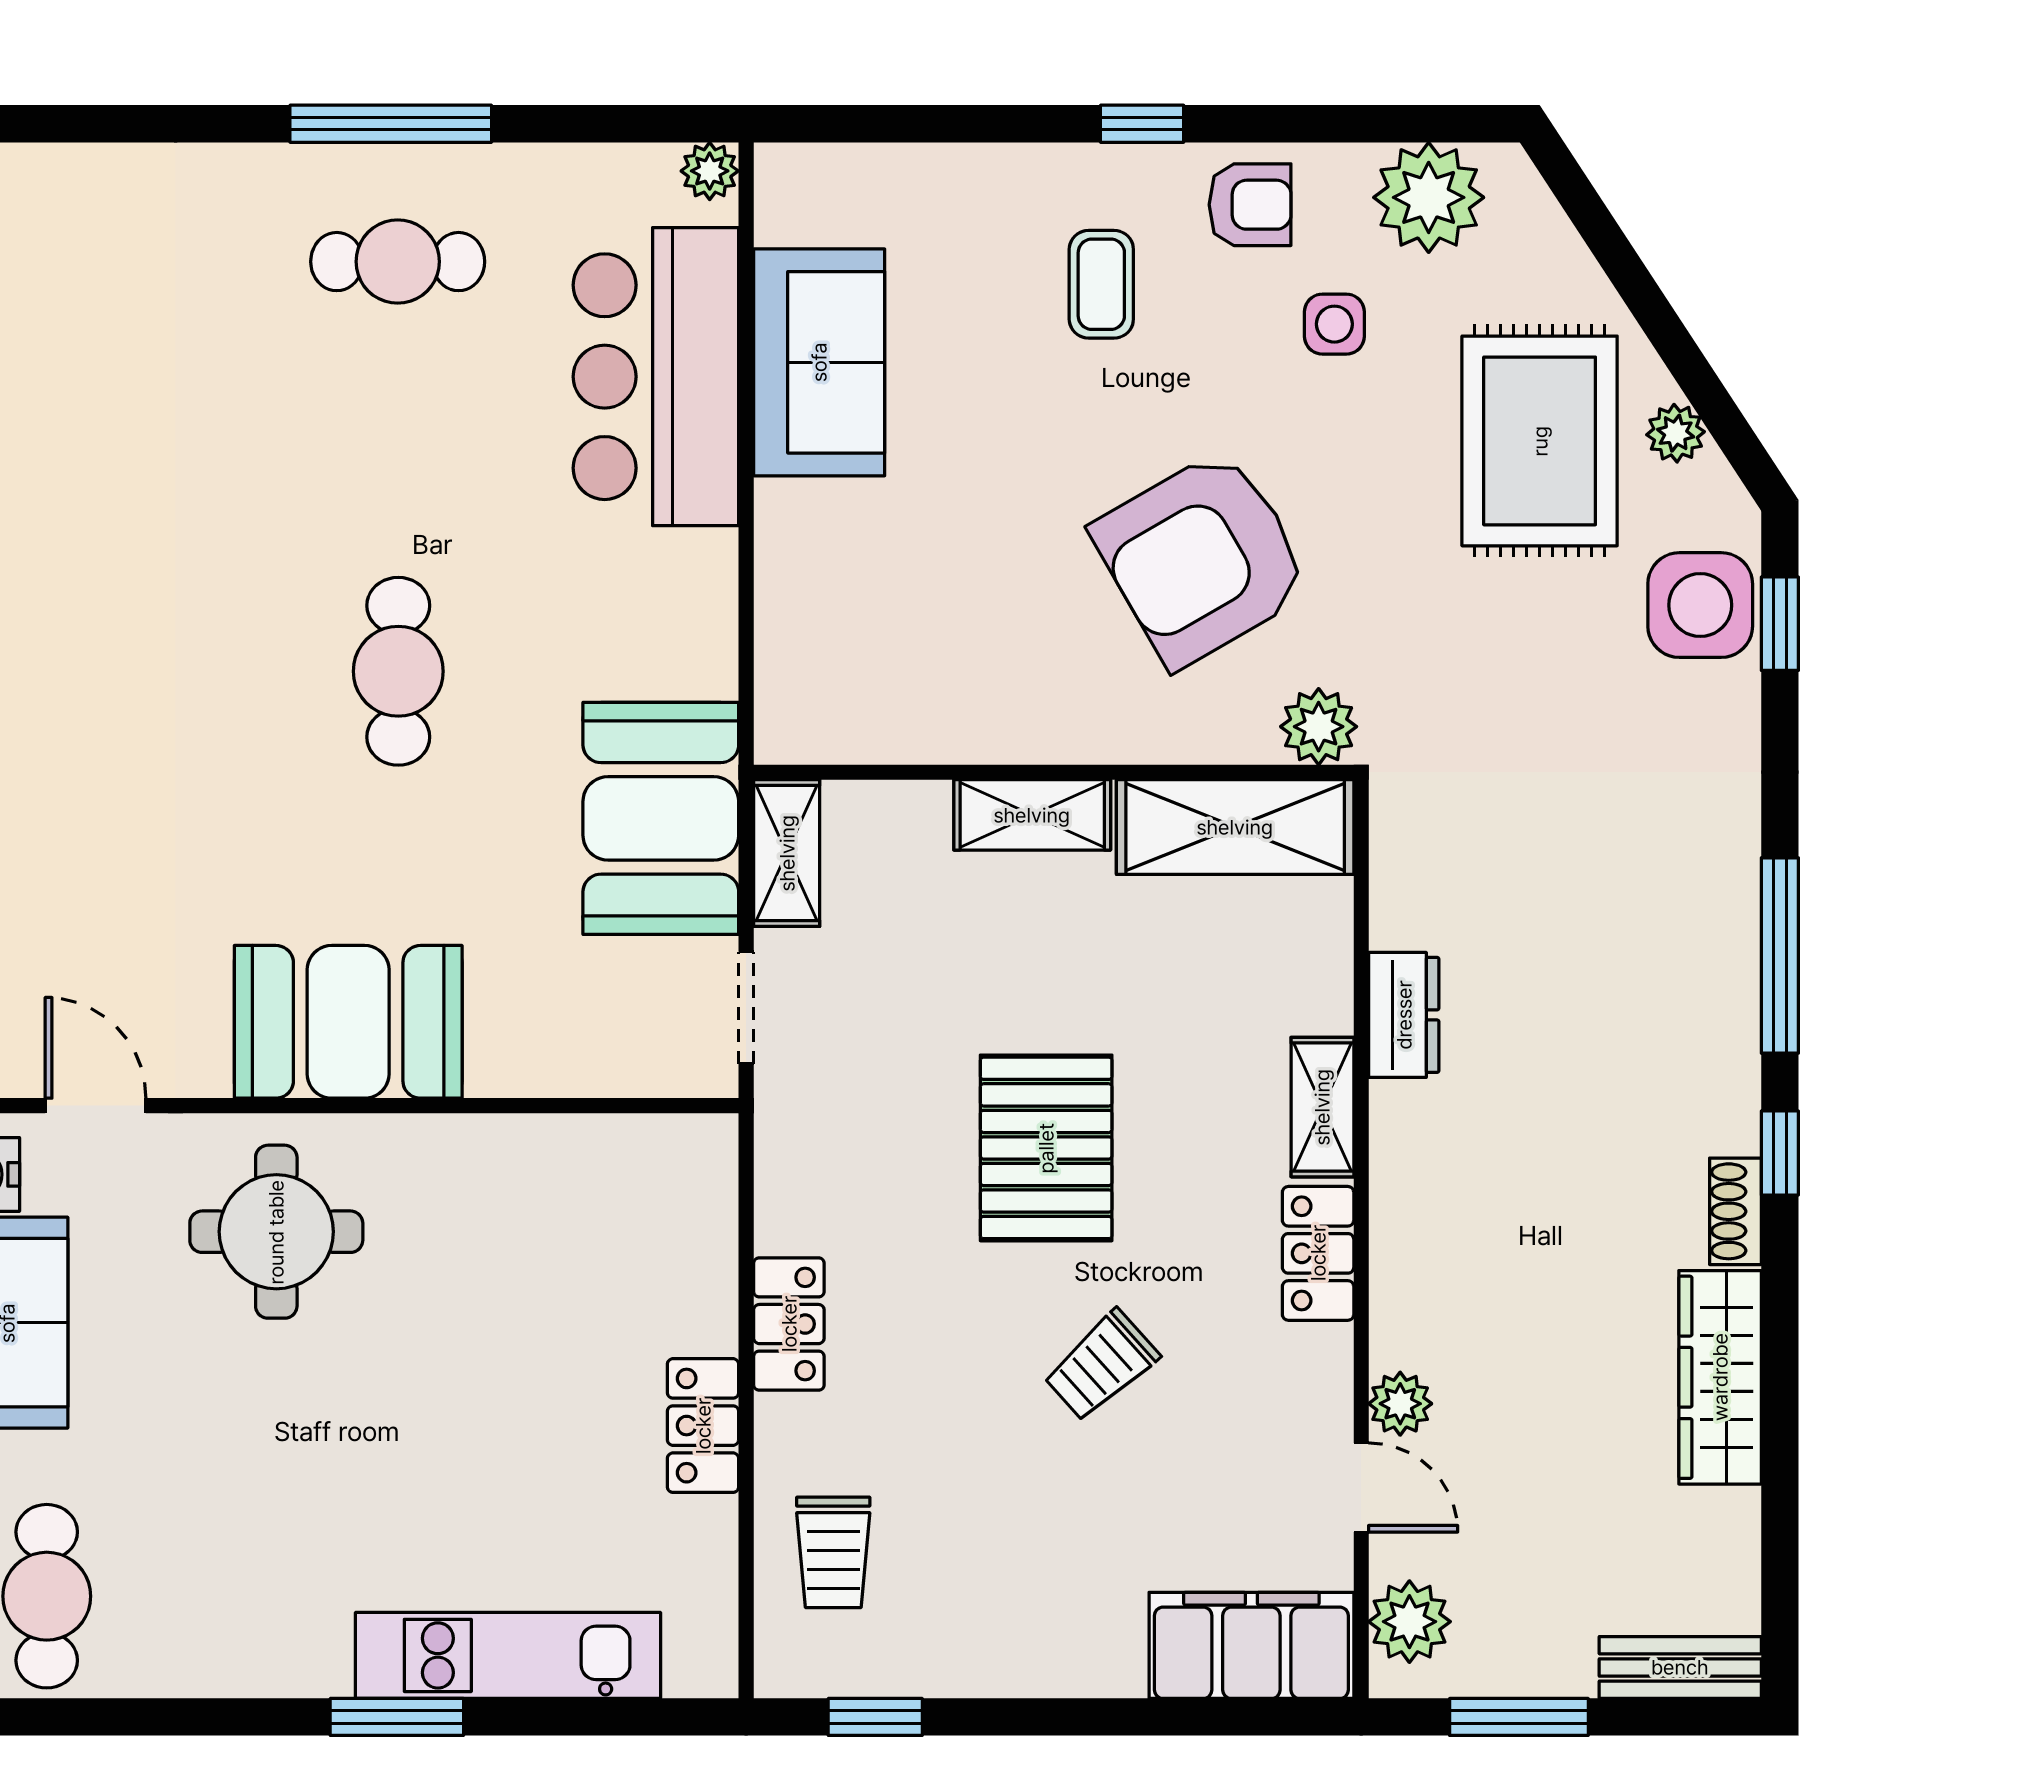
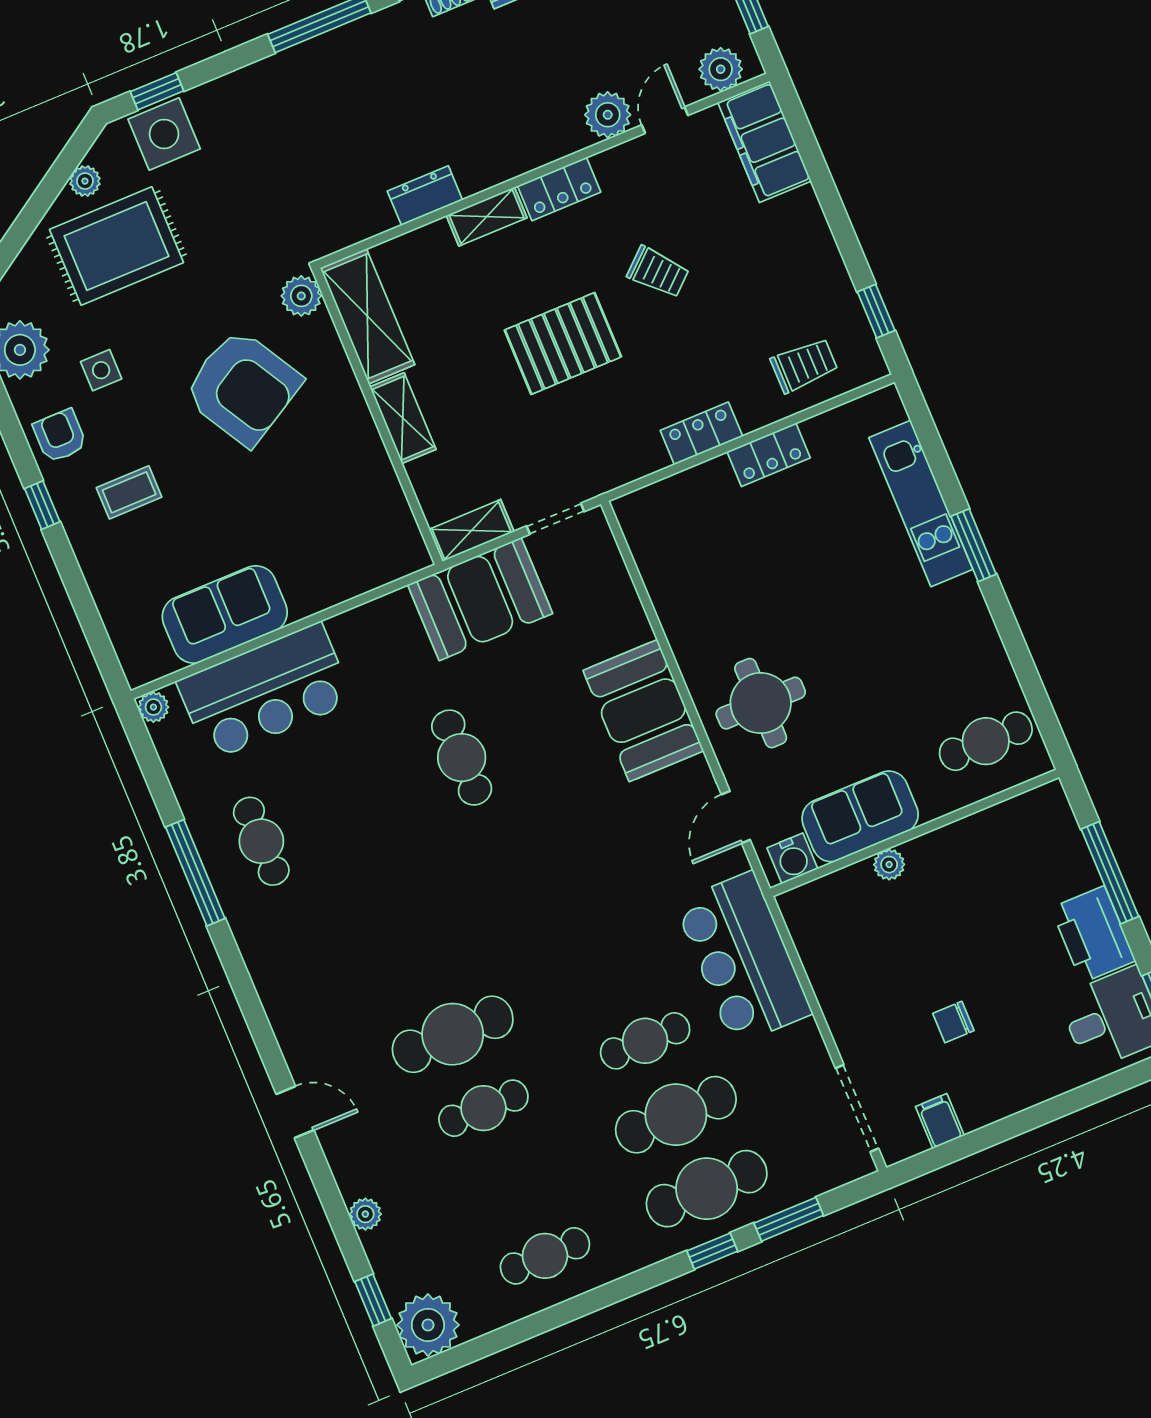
cafe table: (398, 671) -> (462, 758), turned 90
plant: (1400, 1404) -> (608, 115), width x1.38, depth x1.38

